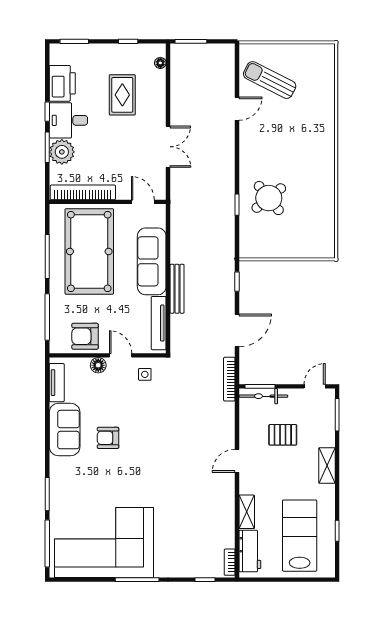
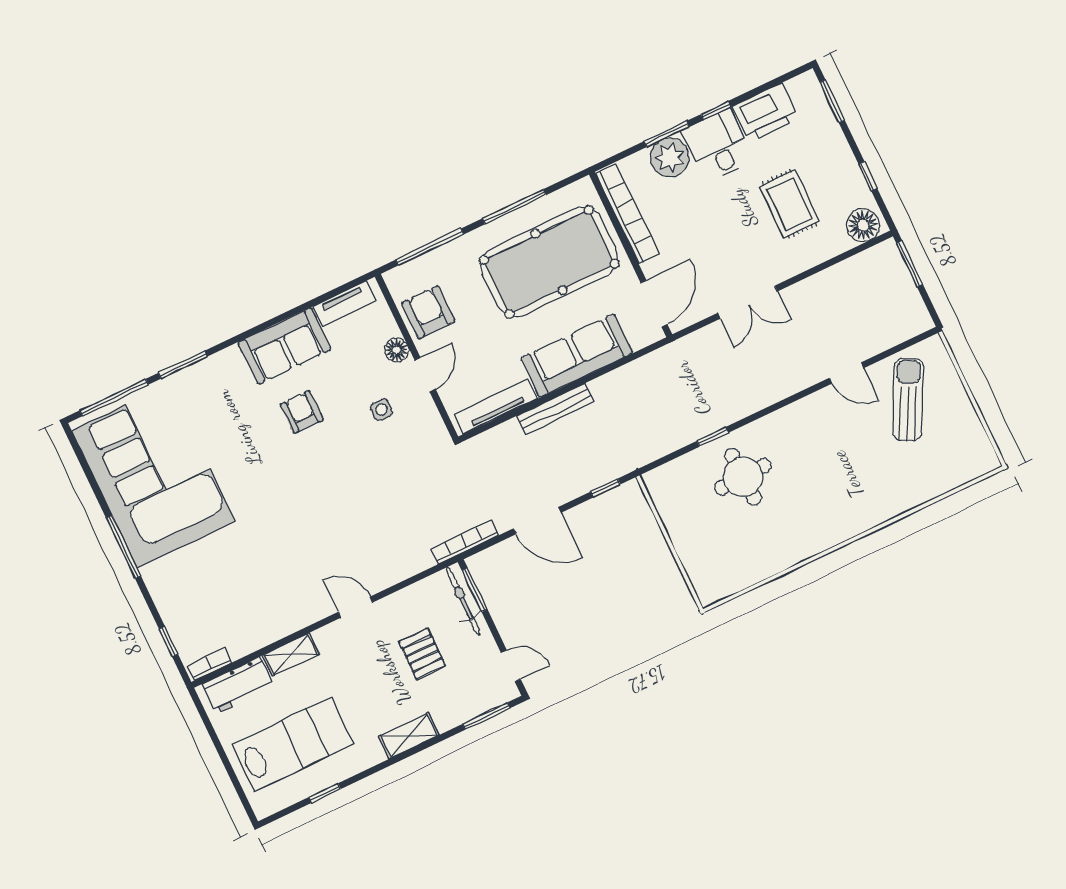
floor lamp: (160, 63) -> (863, 225), width x1.89, depth x1.89
rug: (122, 95) -> (789, 204), turned 90
round table: (269, 198) -> (743, 477), turned 37
door: (143, 202) -> (654, 304), width x1.38
side table: (145, 374) -> (381, 410), moved

